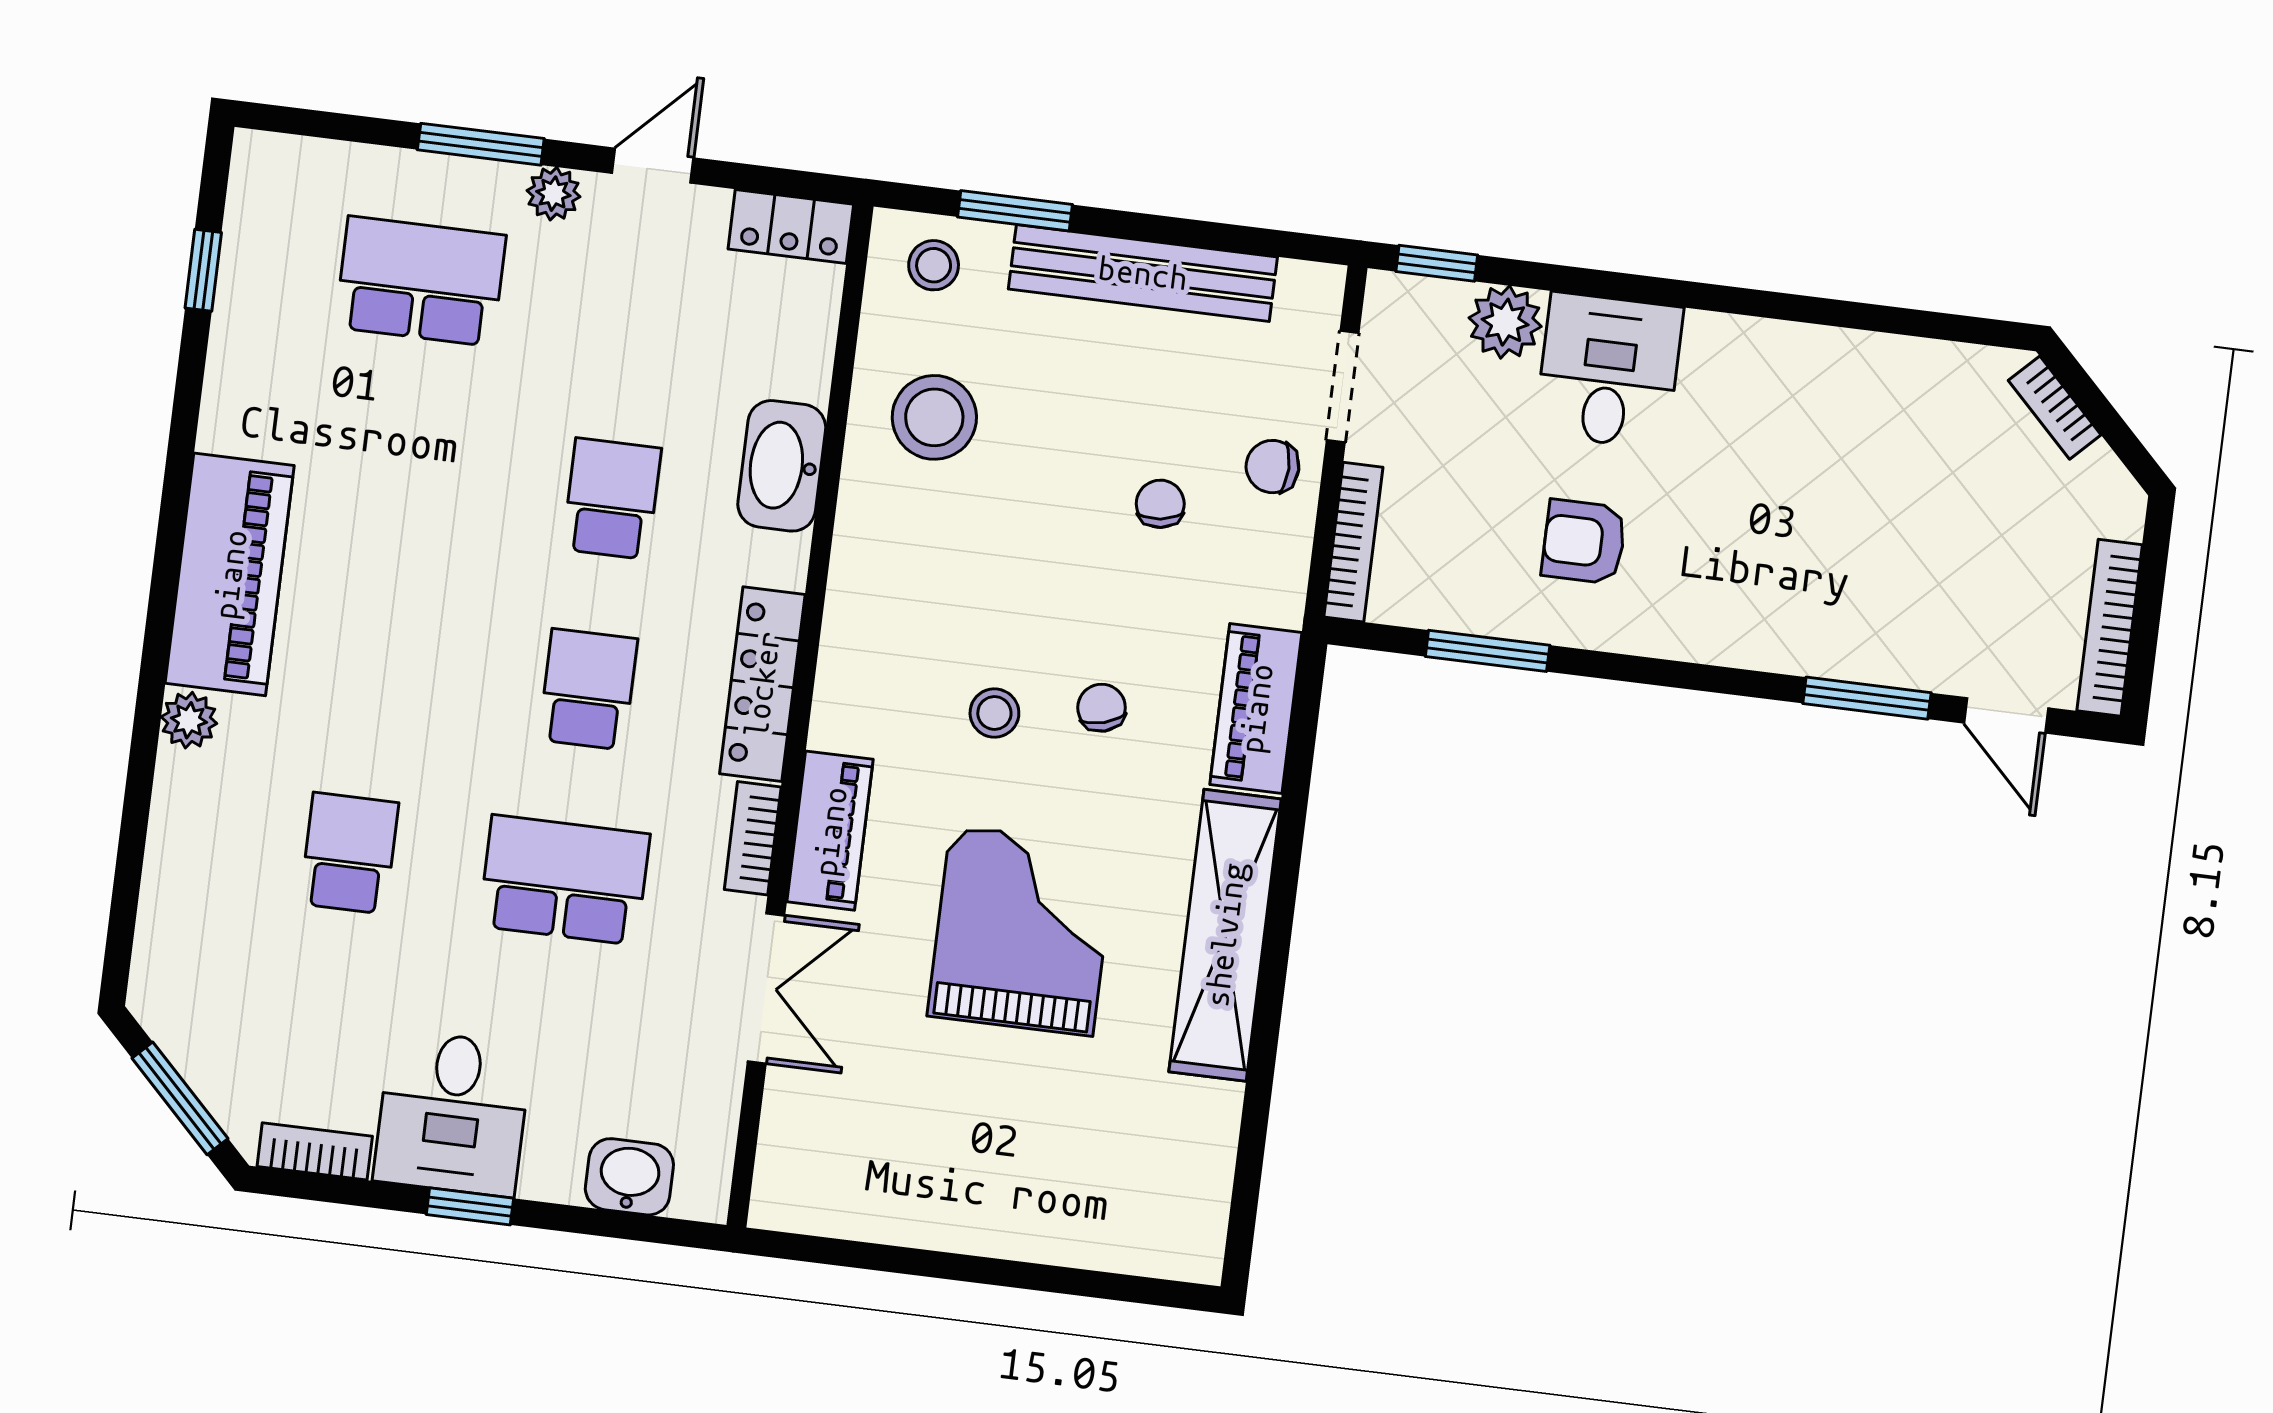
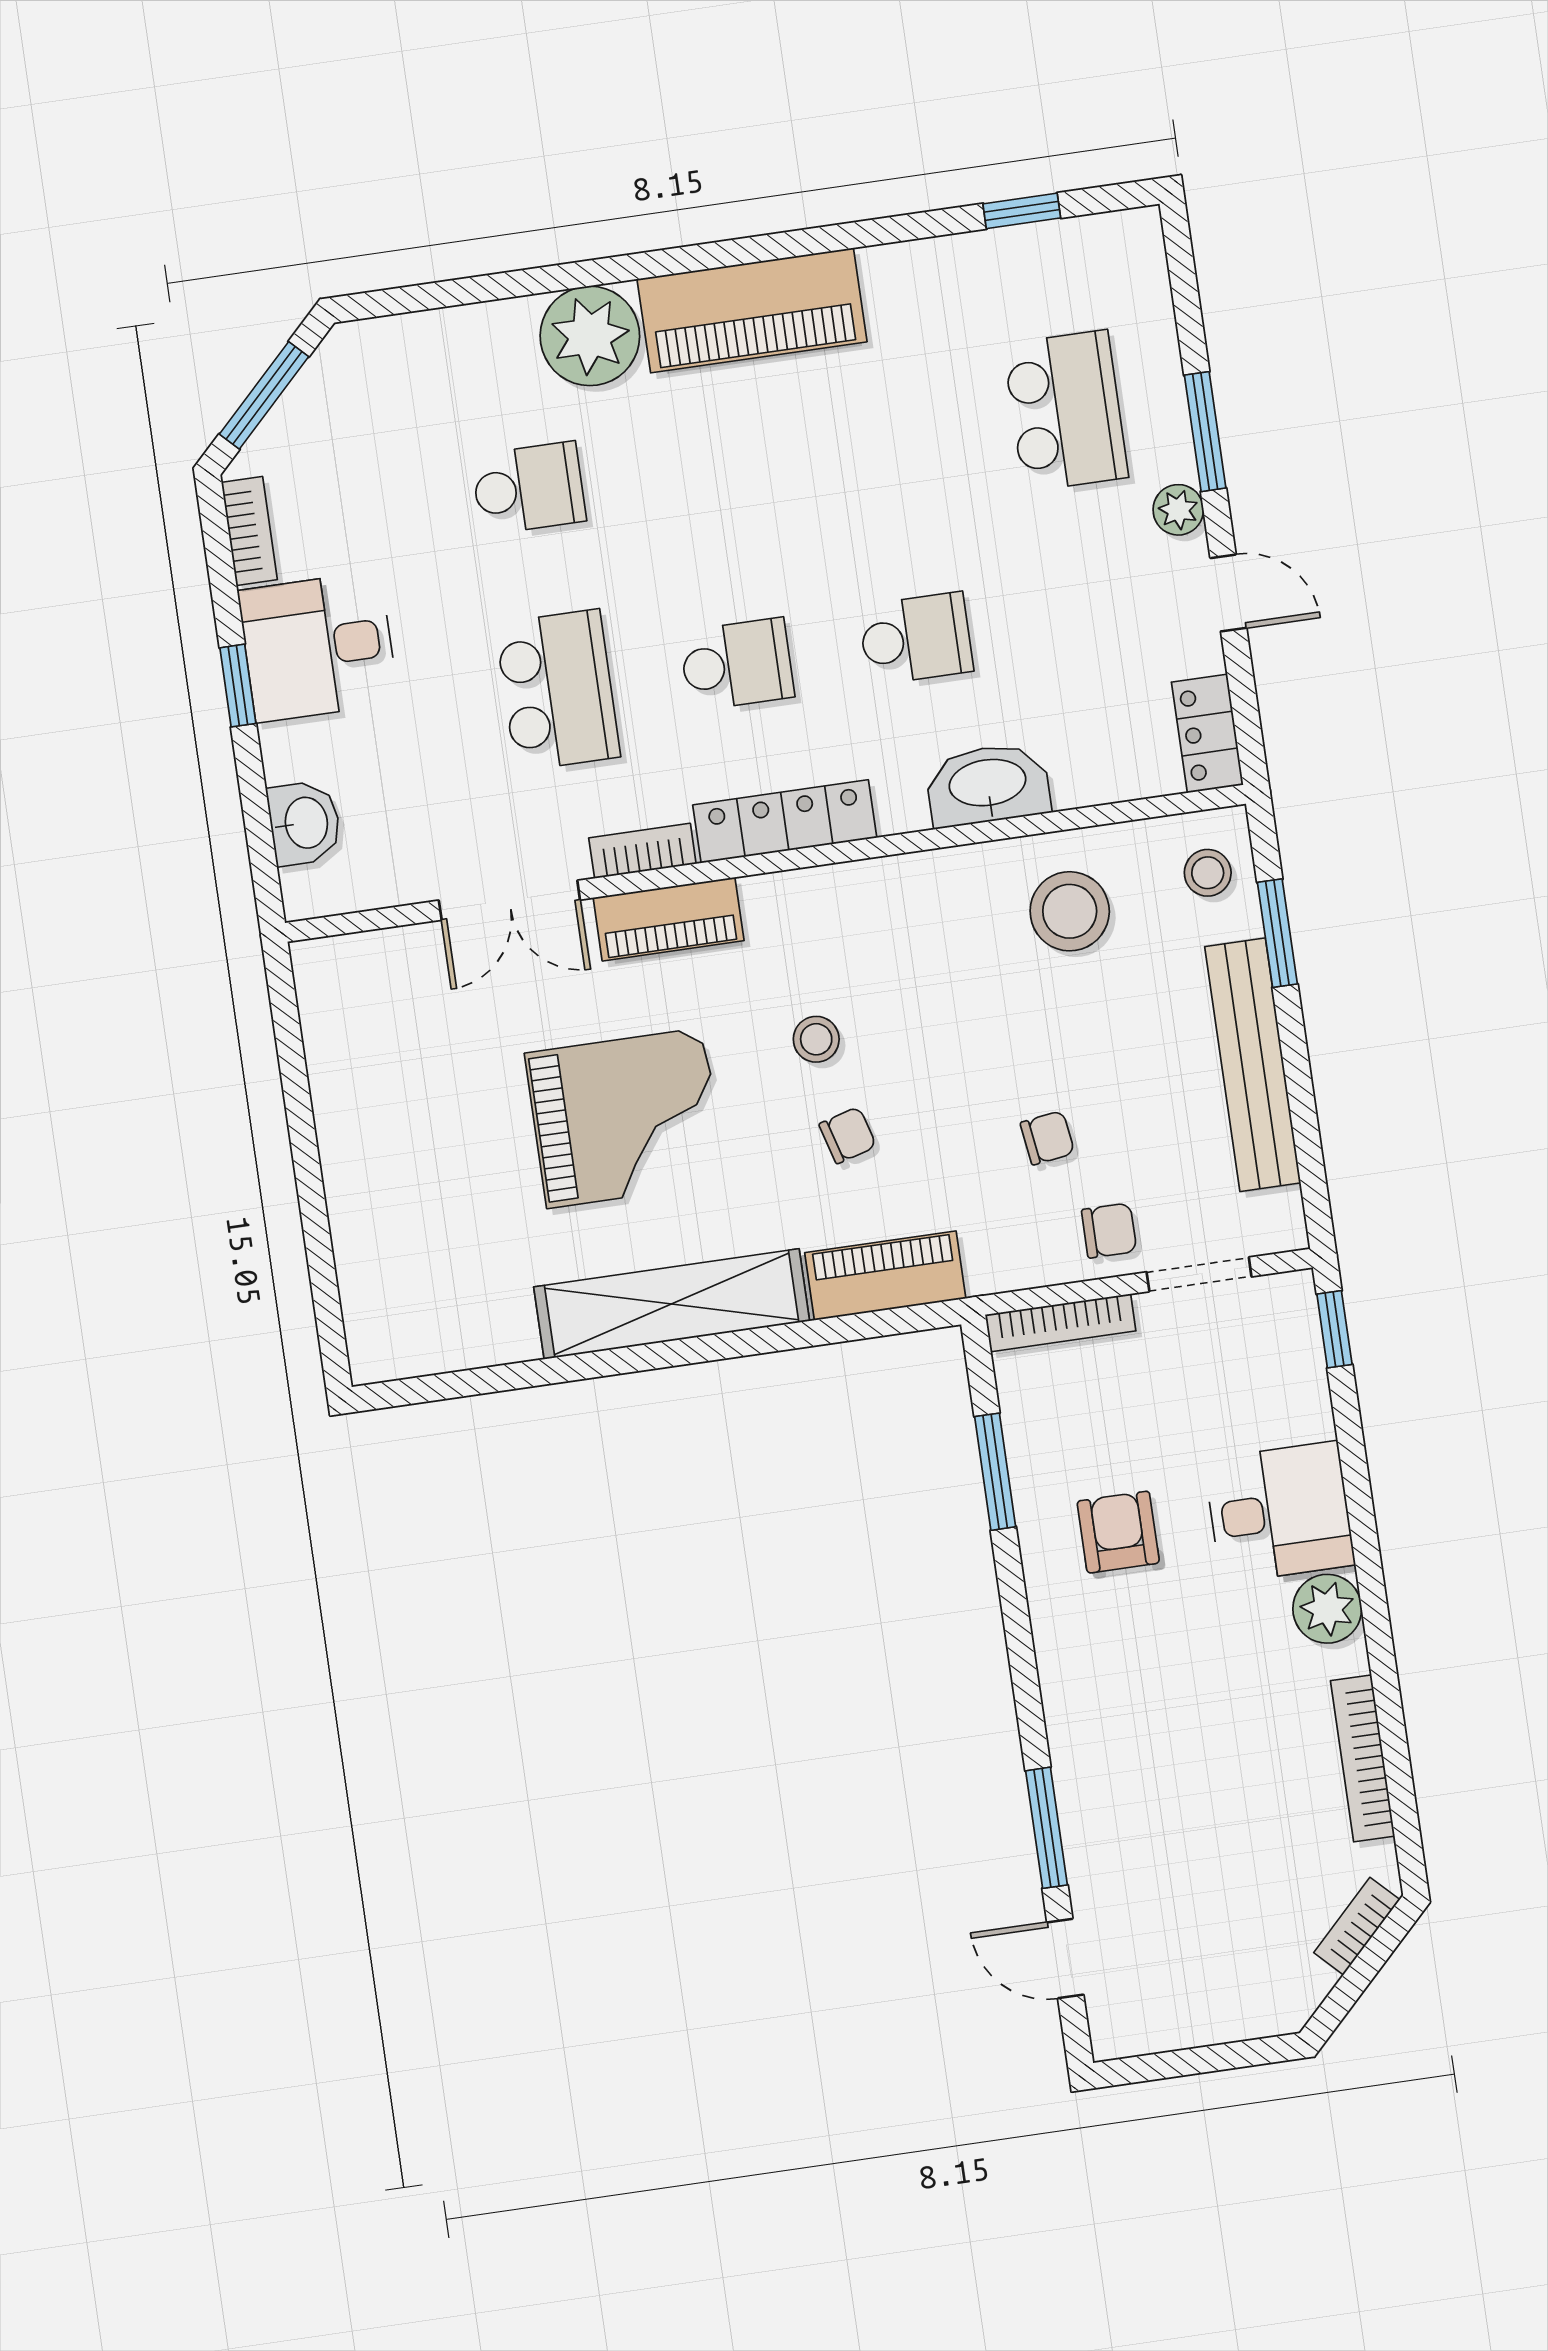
plant: (1505, 322) -> (1327, 1609), moved
chair: (1272, 467) -> (1109, 1231), turned 90
bookcase: (2110, 628) -> (1363, 1758), moved, turned -90
door: (2006, 715) -> (1065, 1958), hinge flipped
plant: (189, 720) -> (590, 336), width x1.87, depth x1.87

